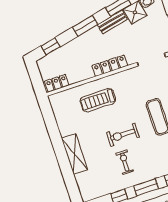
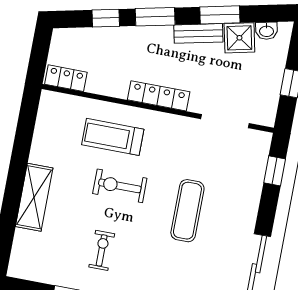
window: (51, 46) -> (106, 18), moved
exercise bike: (123, 135) -> (120, 186), moved

